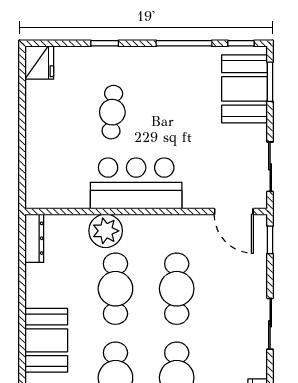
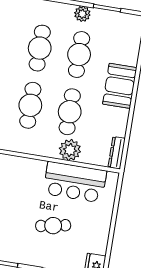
cafe table: (112, 112) -> (53, 226), turned 75
bar counter: (136, 183) -> (75, 182), moved

